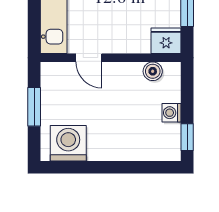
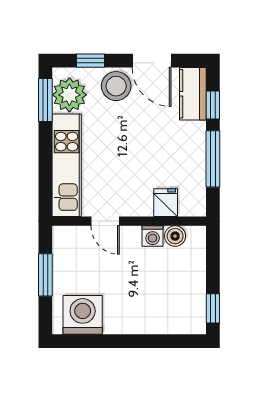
fridge: (166, 41) -> (166, 203), moved, width x0.72
washing machine: (171, 113) -> (153, 236), moved, turned -90

